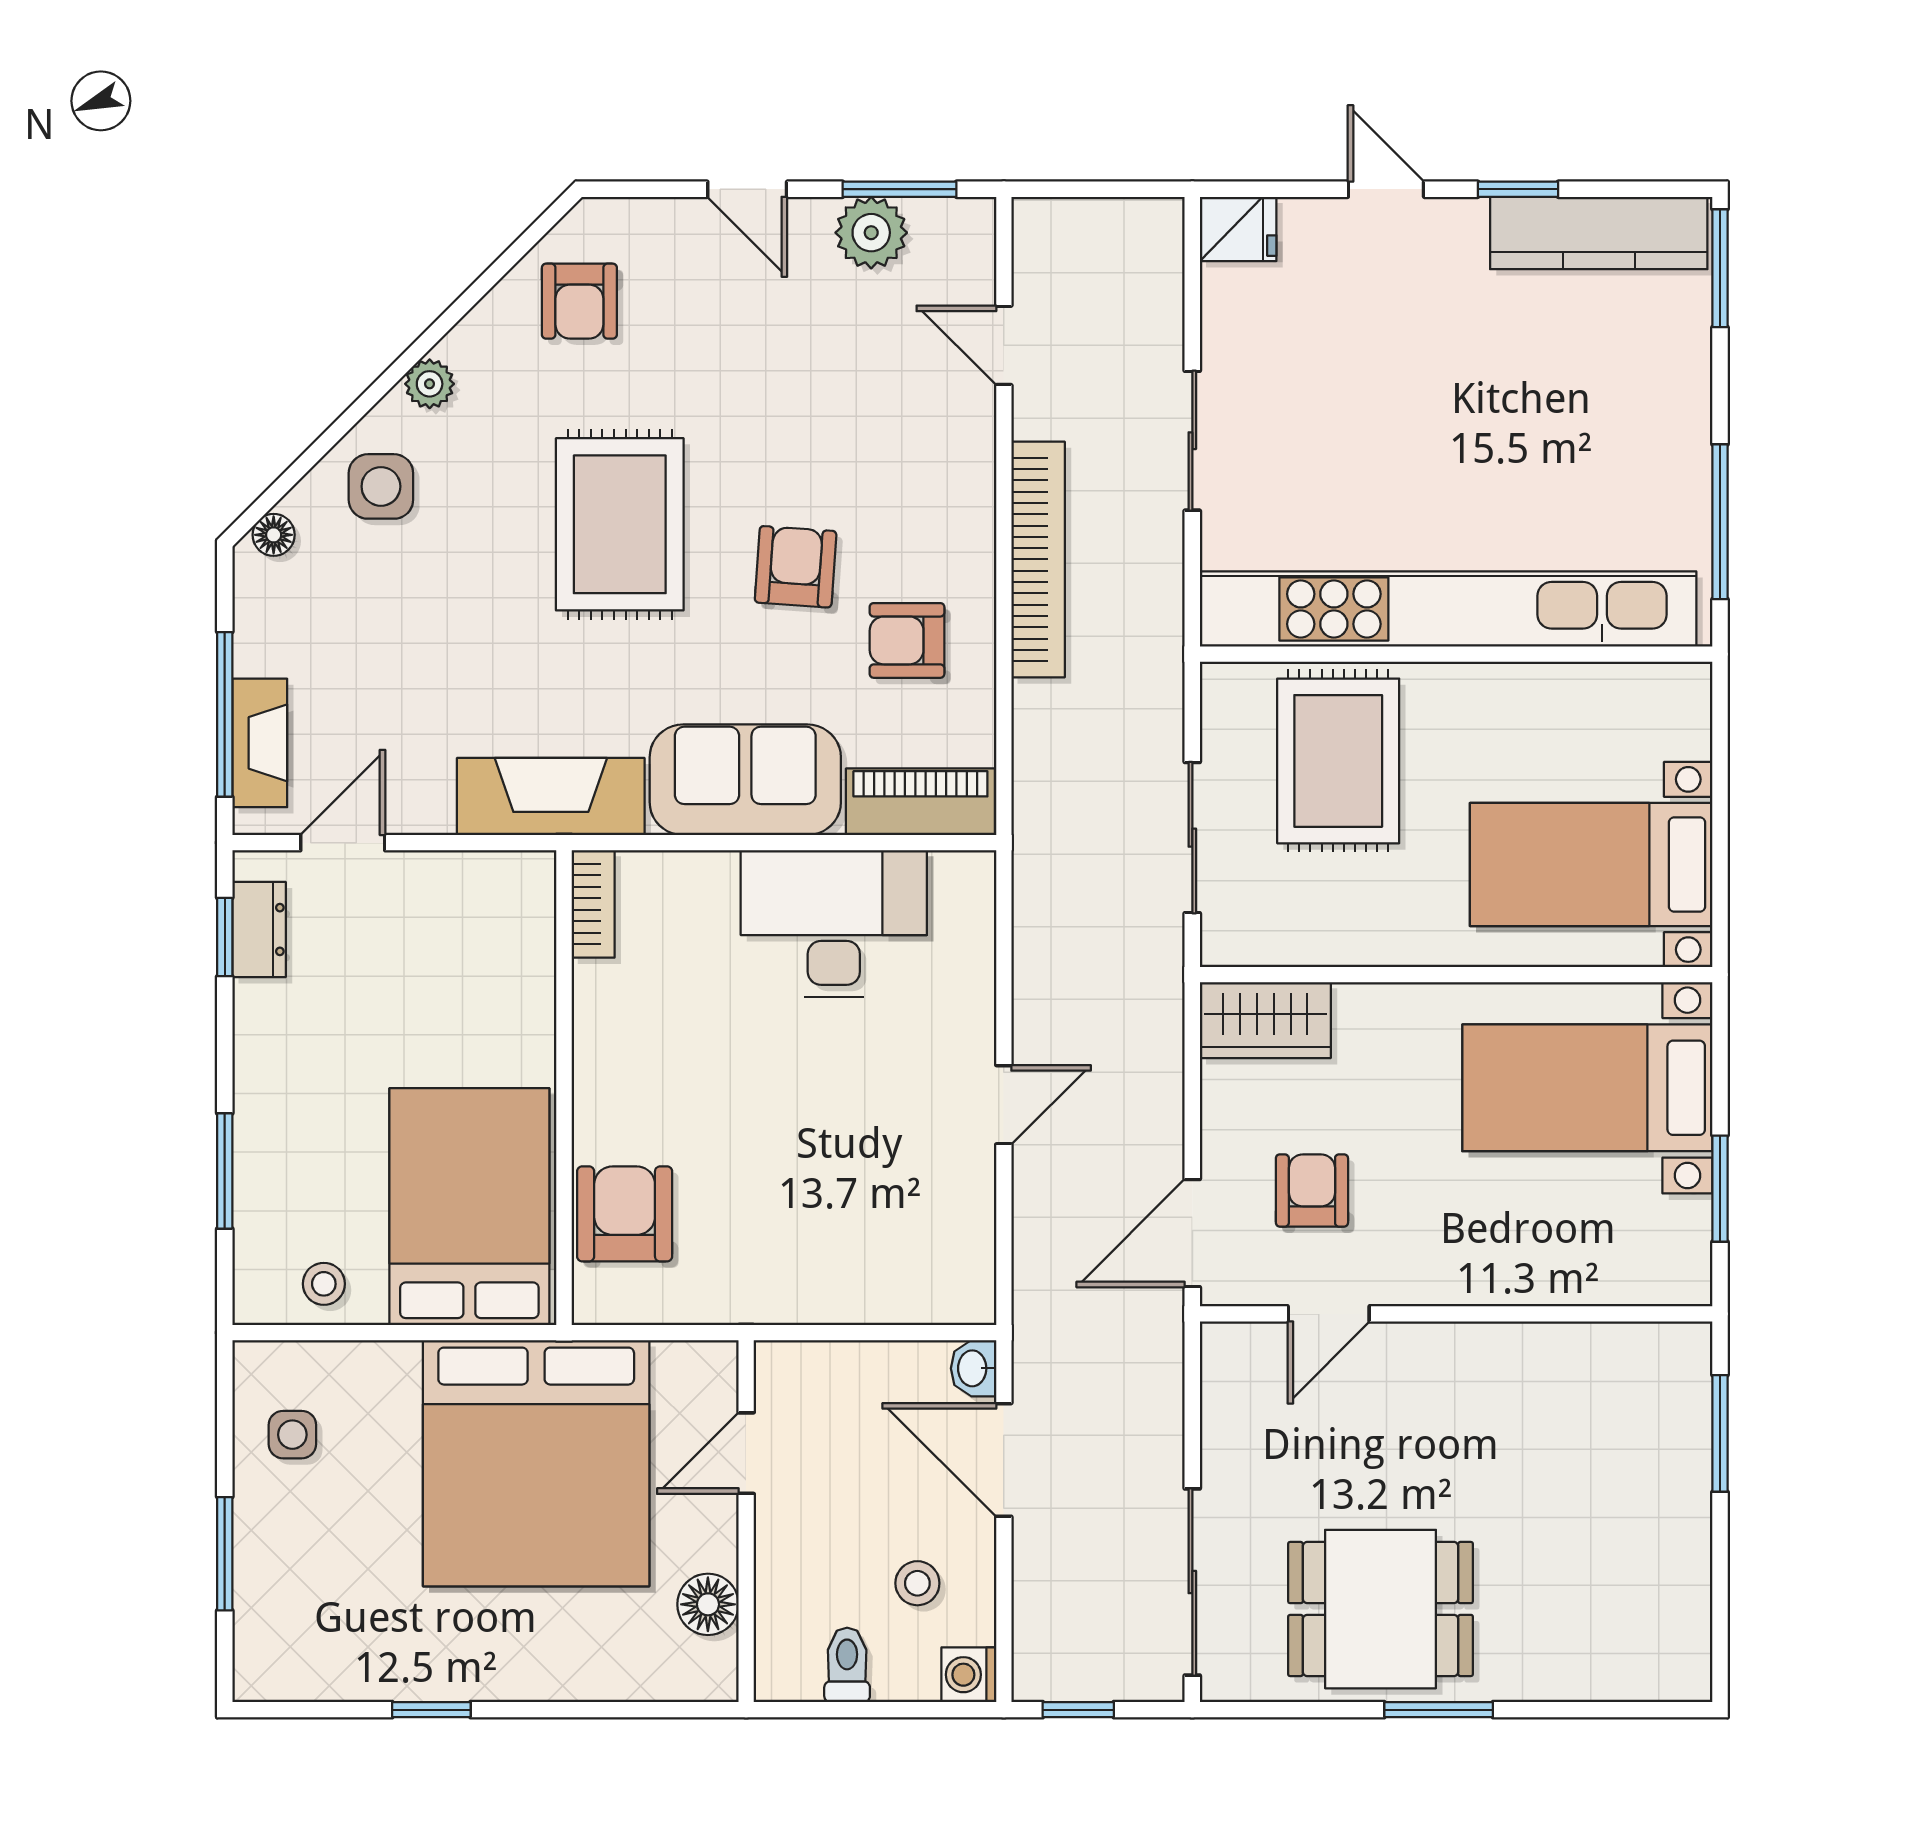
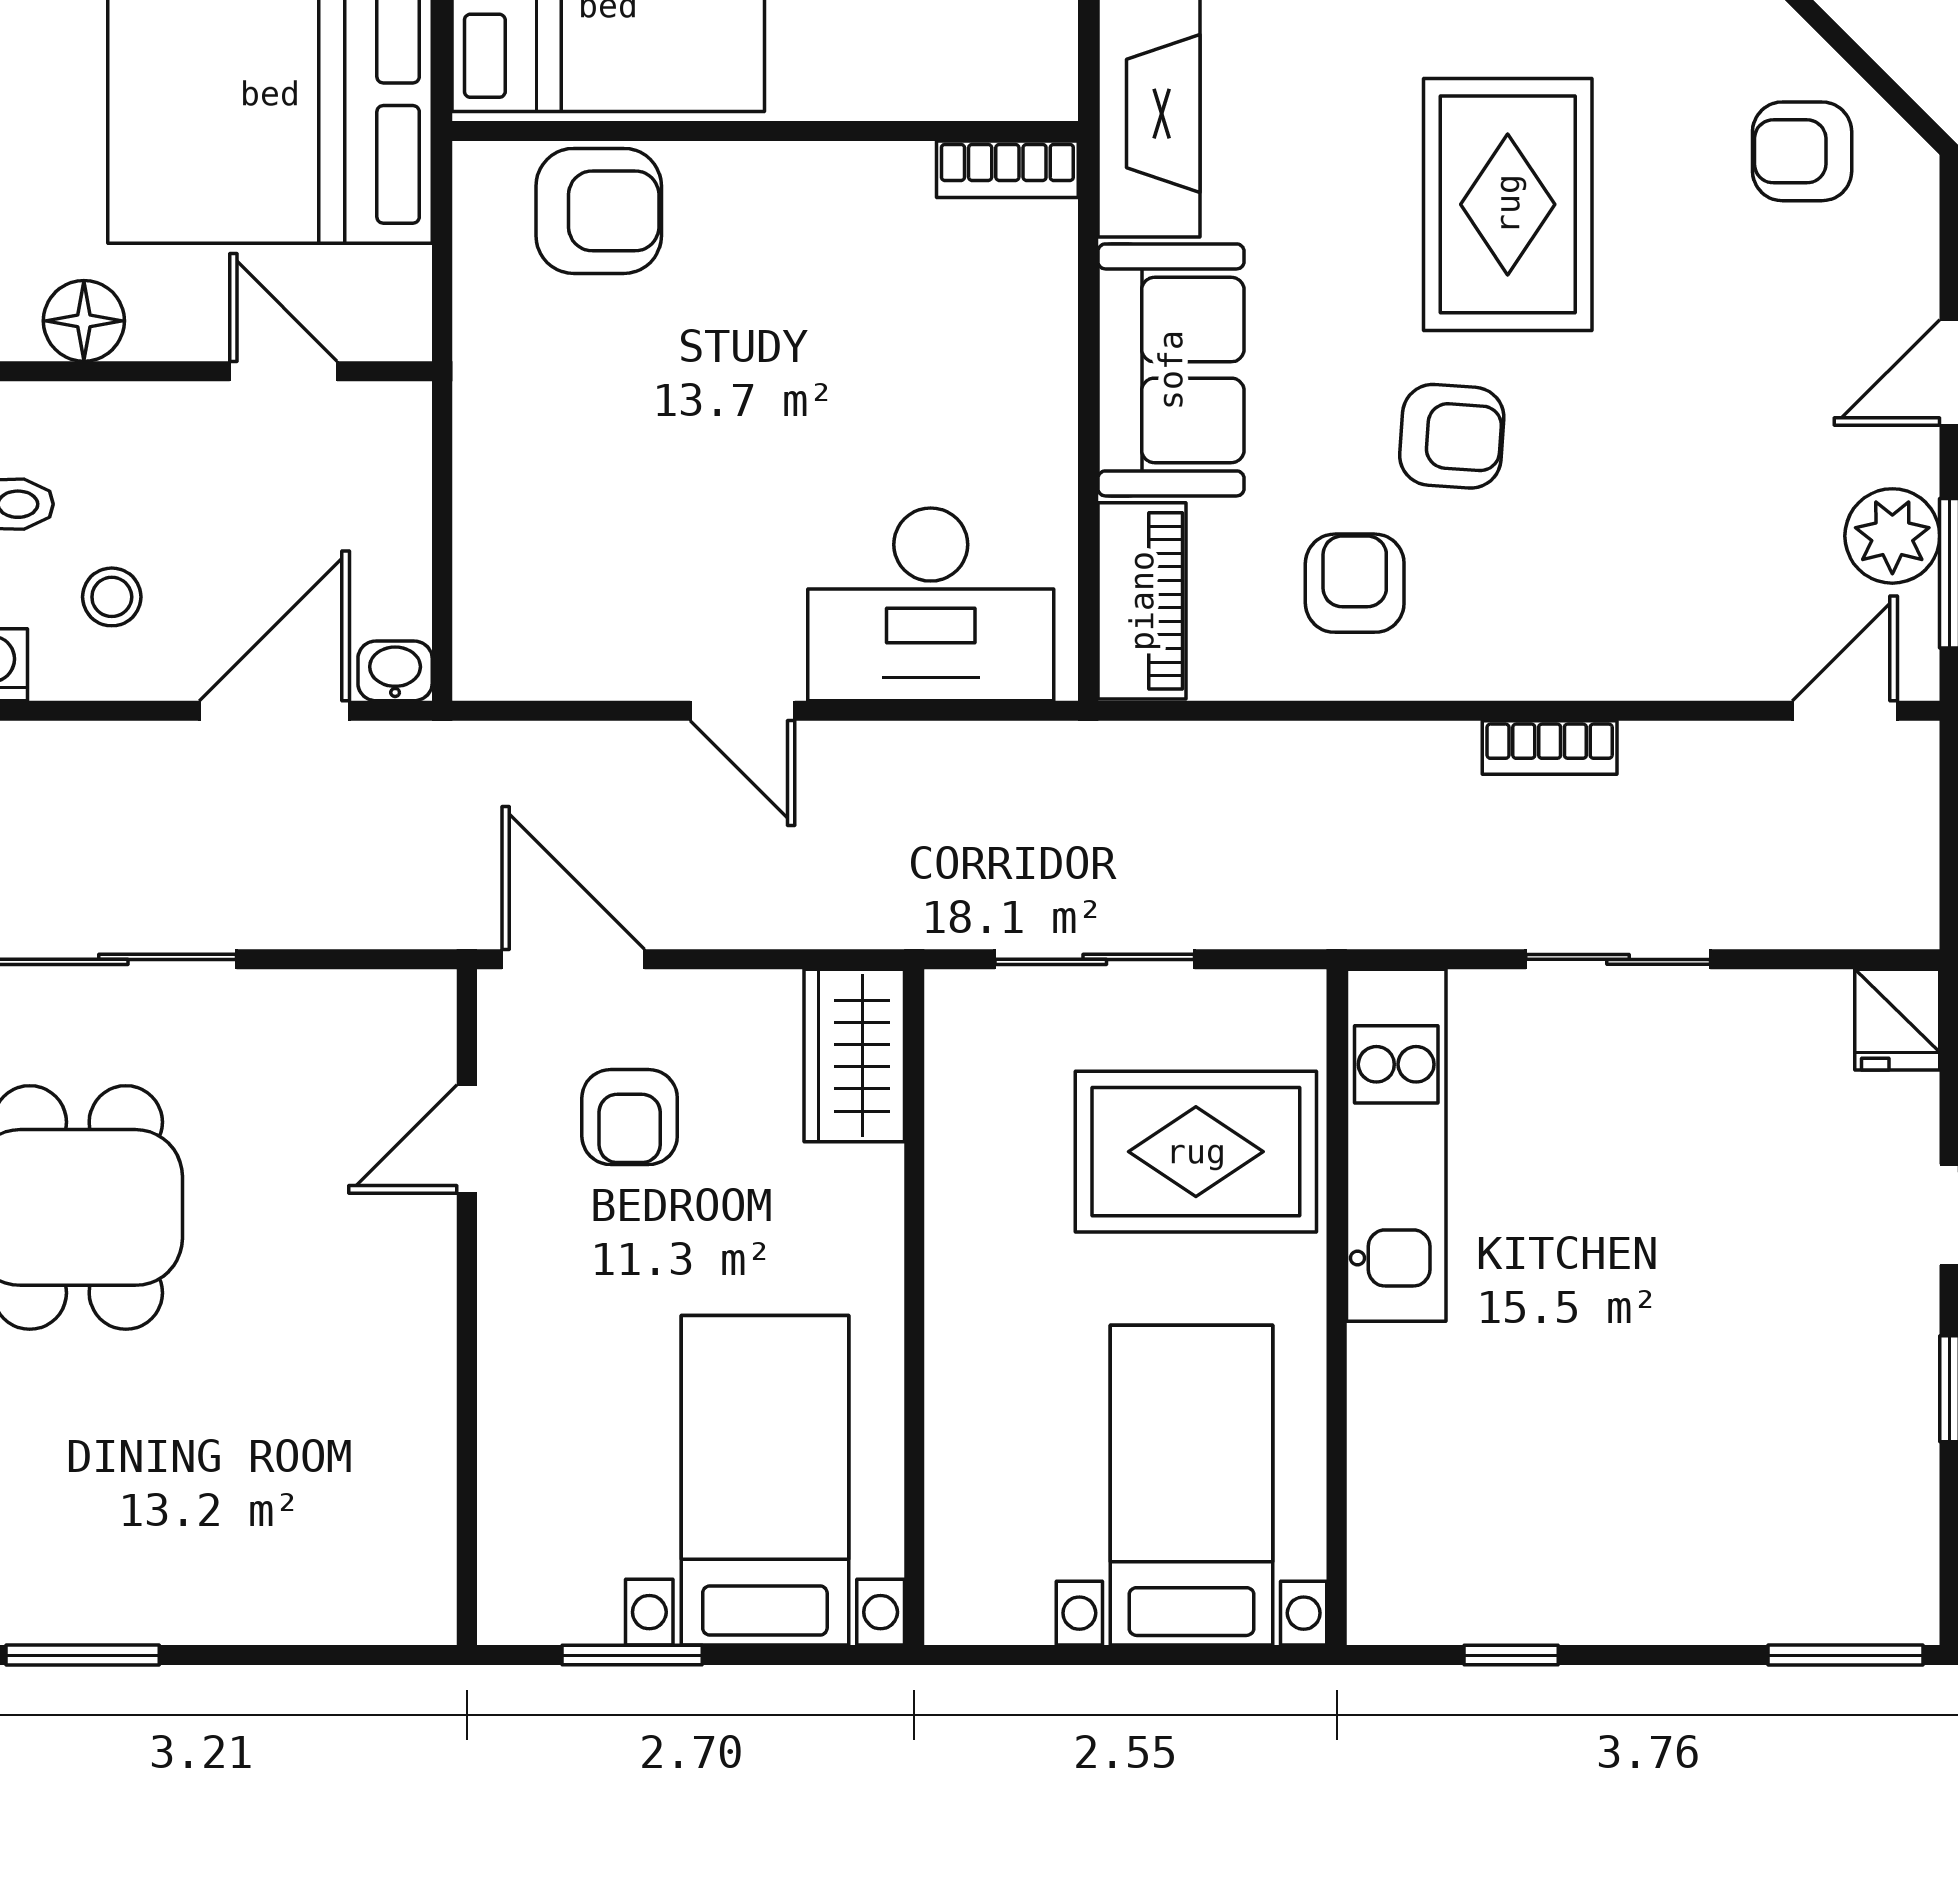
kitchen counter: (1599, 233) -> (1892, 1495), removed
door: (1004, 345) -> (1845, 711), moved
window: (1720, 522) -> (1511, 1655), width x0.46
rug: (620, 524) -> (1508, 204), turned 90
bookcase: (1038, 559) -> (1550, 748), width x0.43, depth x0.76
kitchen unit: (1448, 609) -> (1396, 1145), width x0.54
bed with nightstands: (1591, 864) -> (1192, 1485), moved
desk: (834, 923) -> (931, 604), moved, turned 90
armchair: (1312, 1190) -> (630, 1117), turned 90
door: (1329, 1314) -> (467, 1139), hinge flipped
window: (1720, 1433) -> (83, 1655), moved

